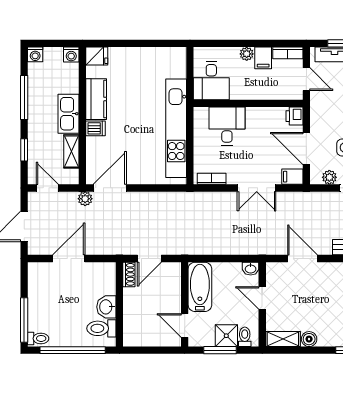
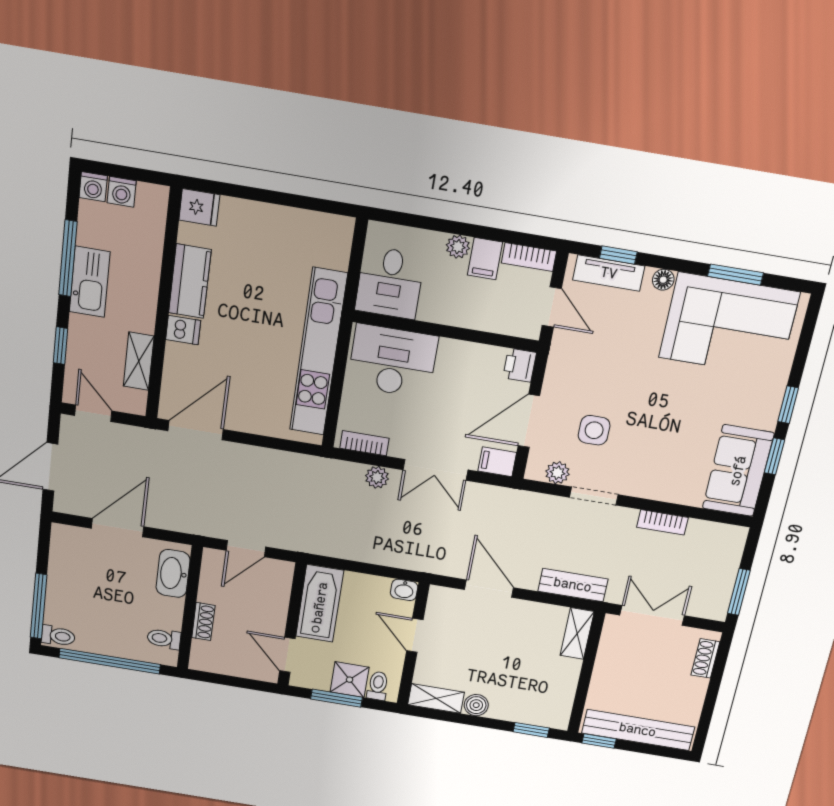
washing machine: (71, 55) -> (122, 192), moved
kitchen sink: (69, 114) -> (90, 282), moved, turned 180
desk: (227, 126) -> (393, 361), width x1.37
door: (306, 148) -> (529, 421), hinge flipped
plant: (85, 199) -> (377, 477), moved
shoe rack: (129, 274) -> (203, 622), moved
washbasin: (106, 307) -> (173, 573), moved, width x1.38
toilet: (101, 328) -> (164, 639), width x0.73, depth x0.72

